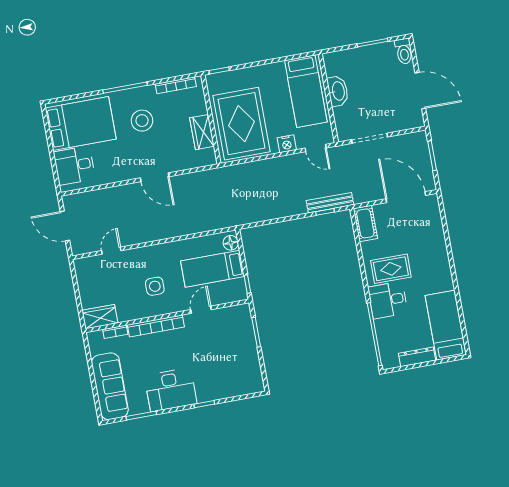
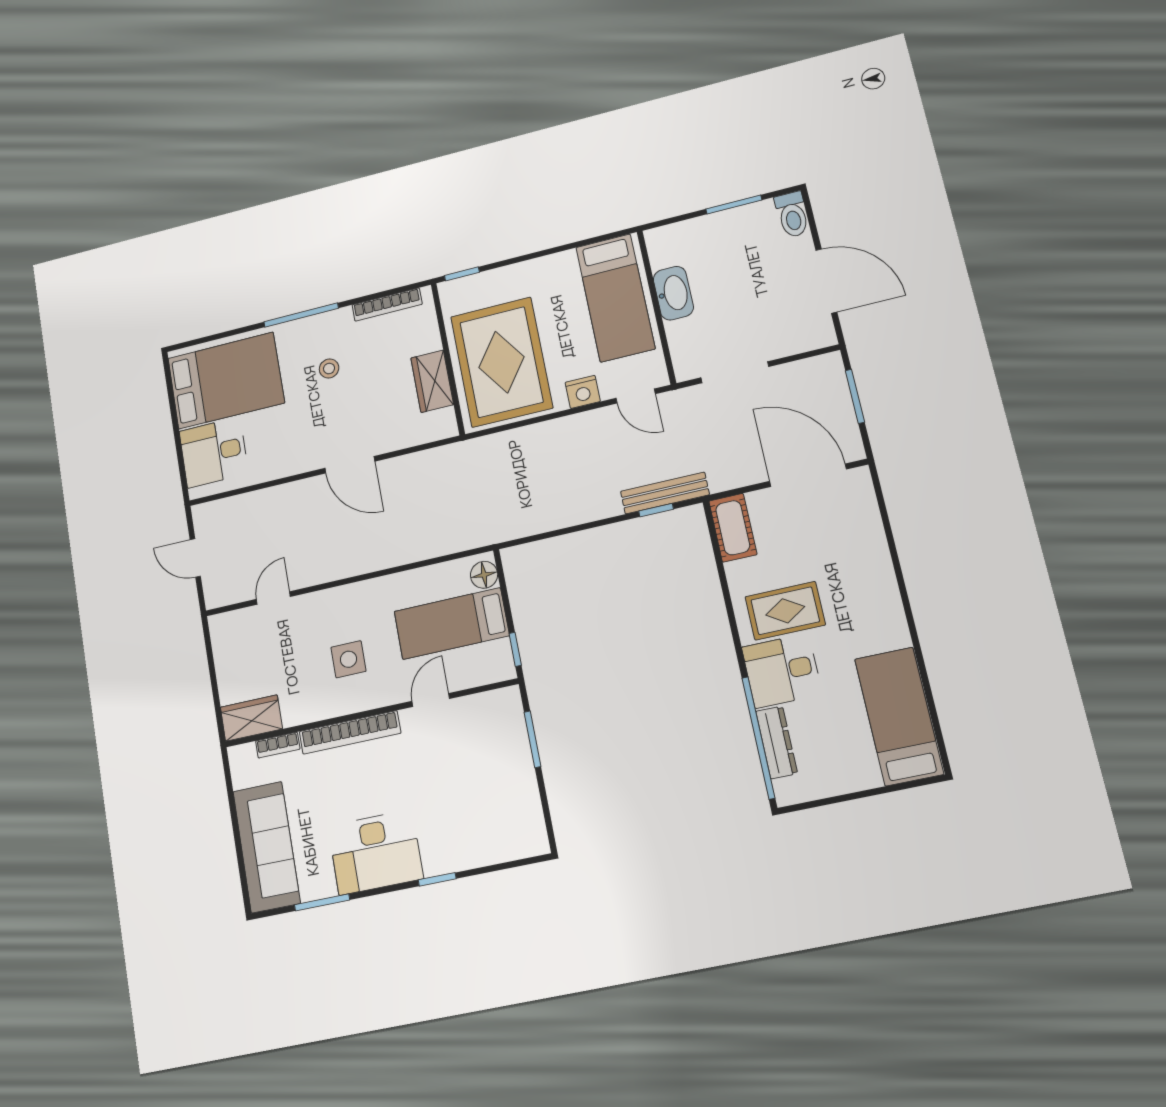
stool: (142, 121) -> (329, 368), width x0.53, depth x0.53
door: (65, 226) -> (195, 558), width x0.73
dresser: (417, 357) -> (777, 742), moved, turned 90

